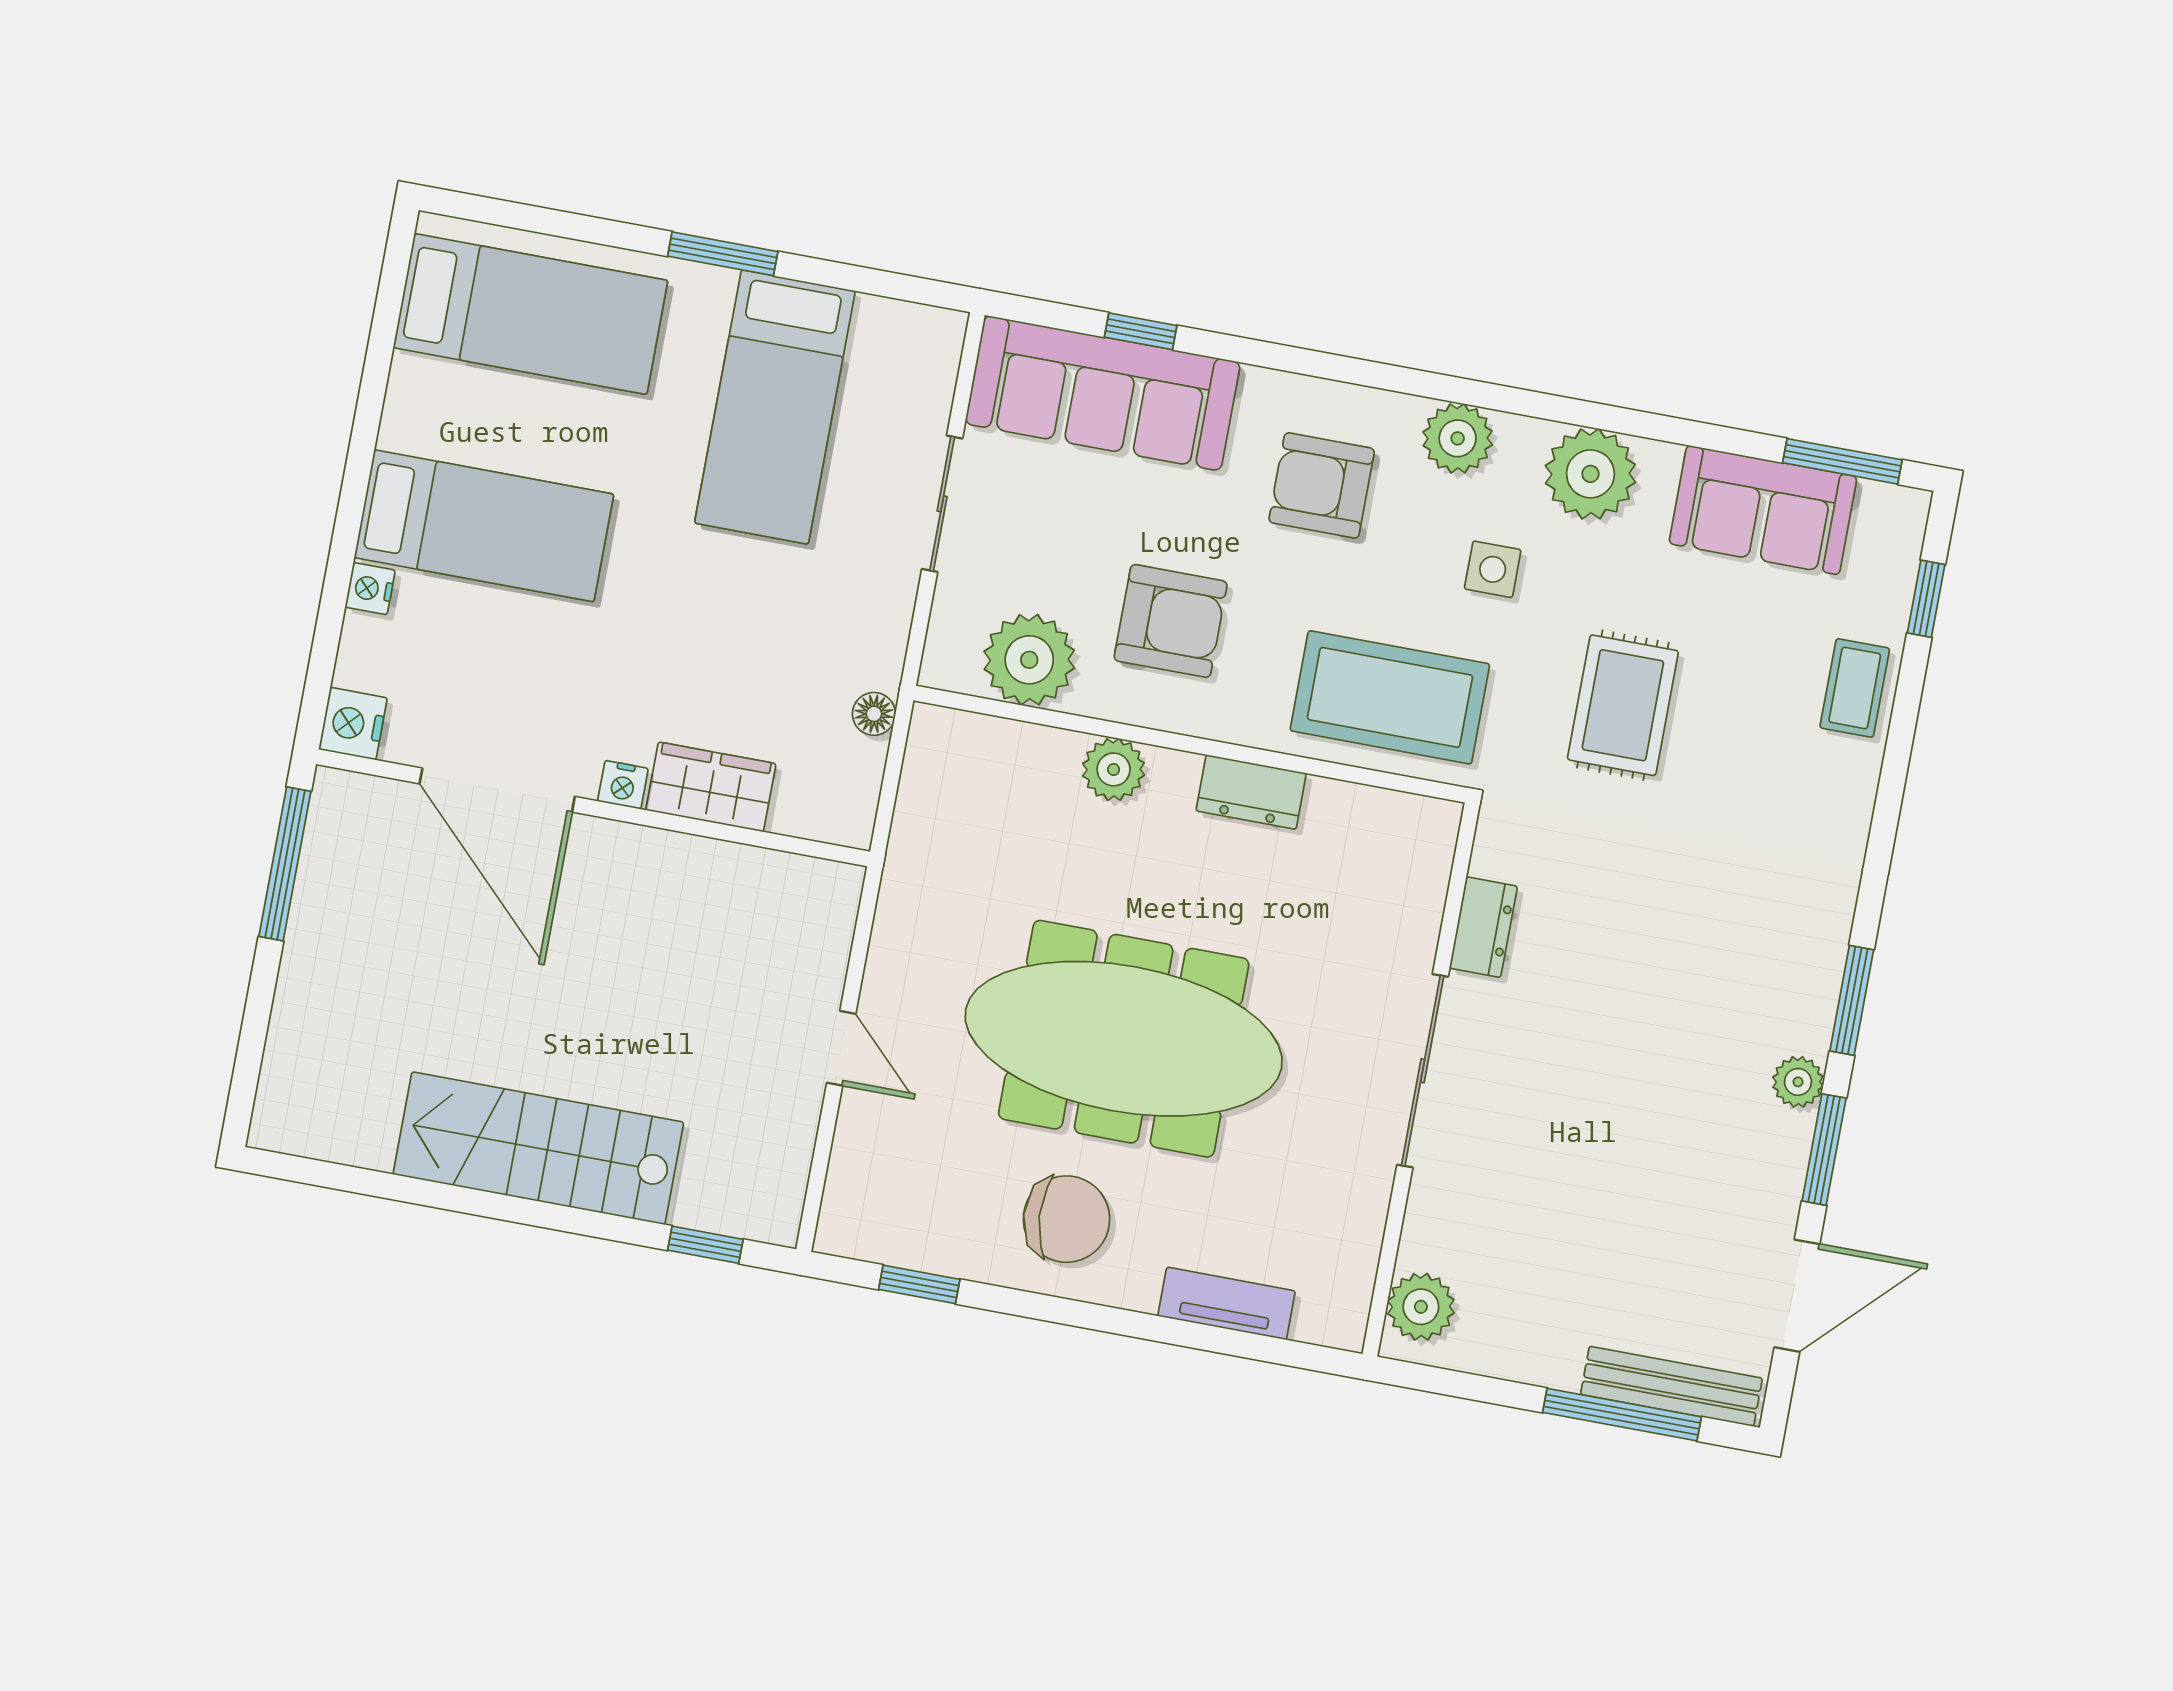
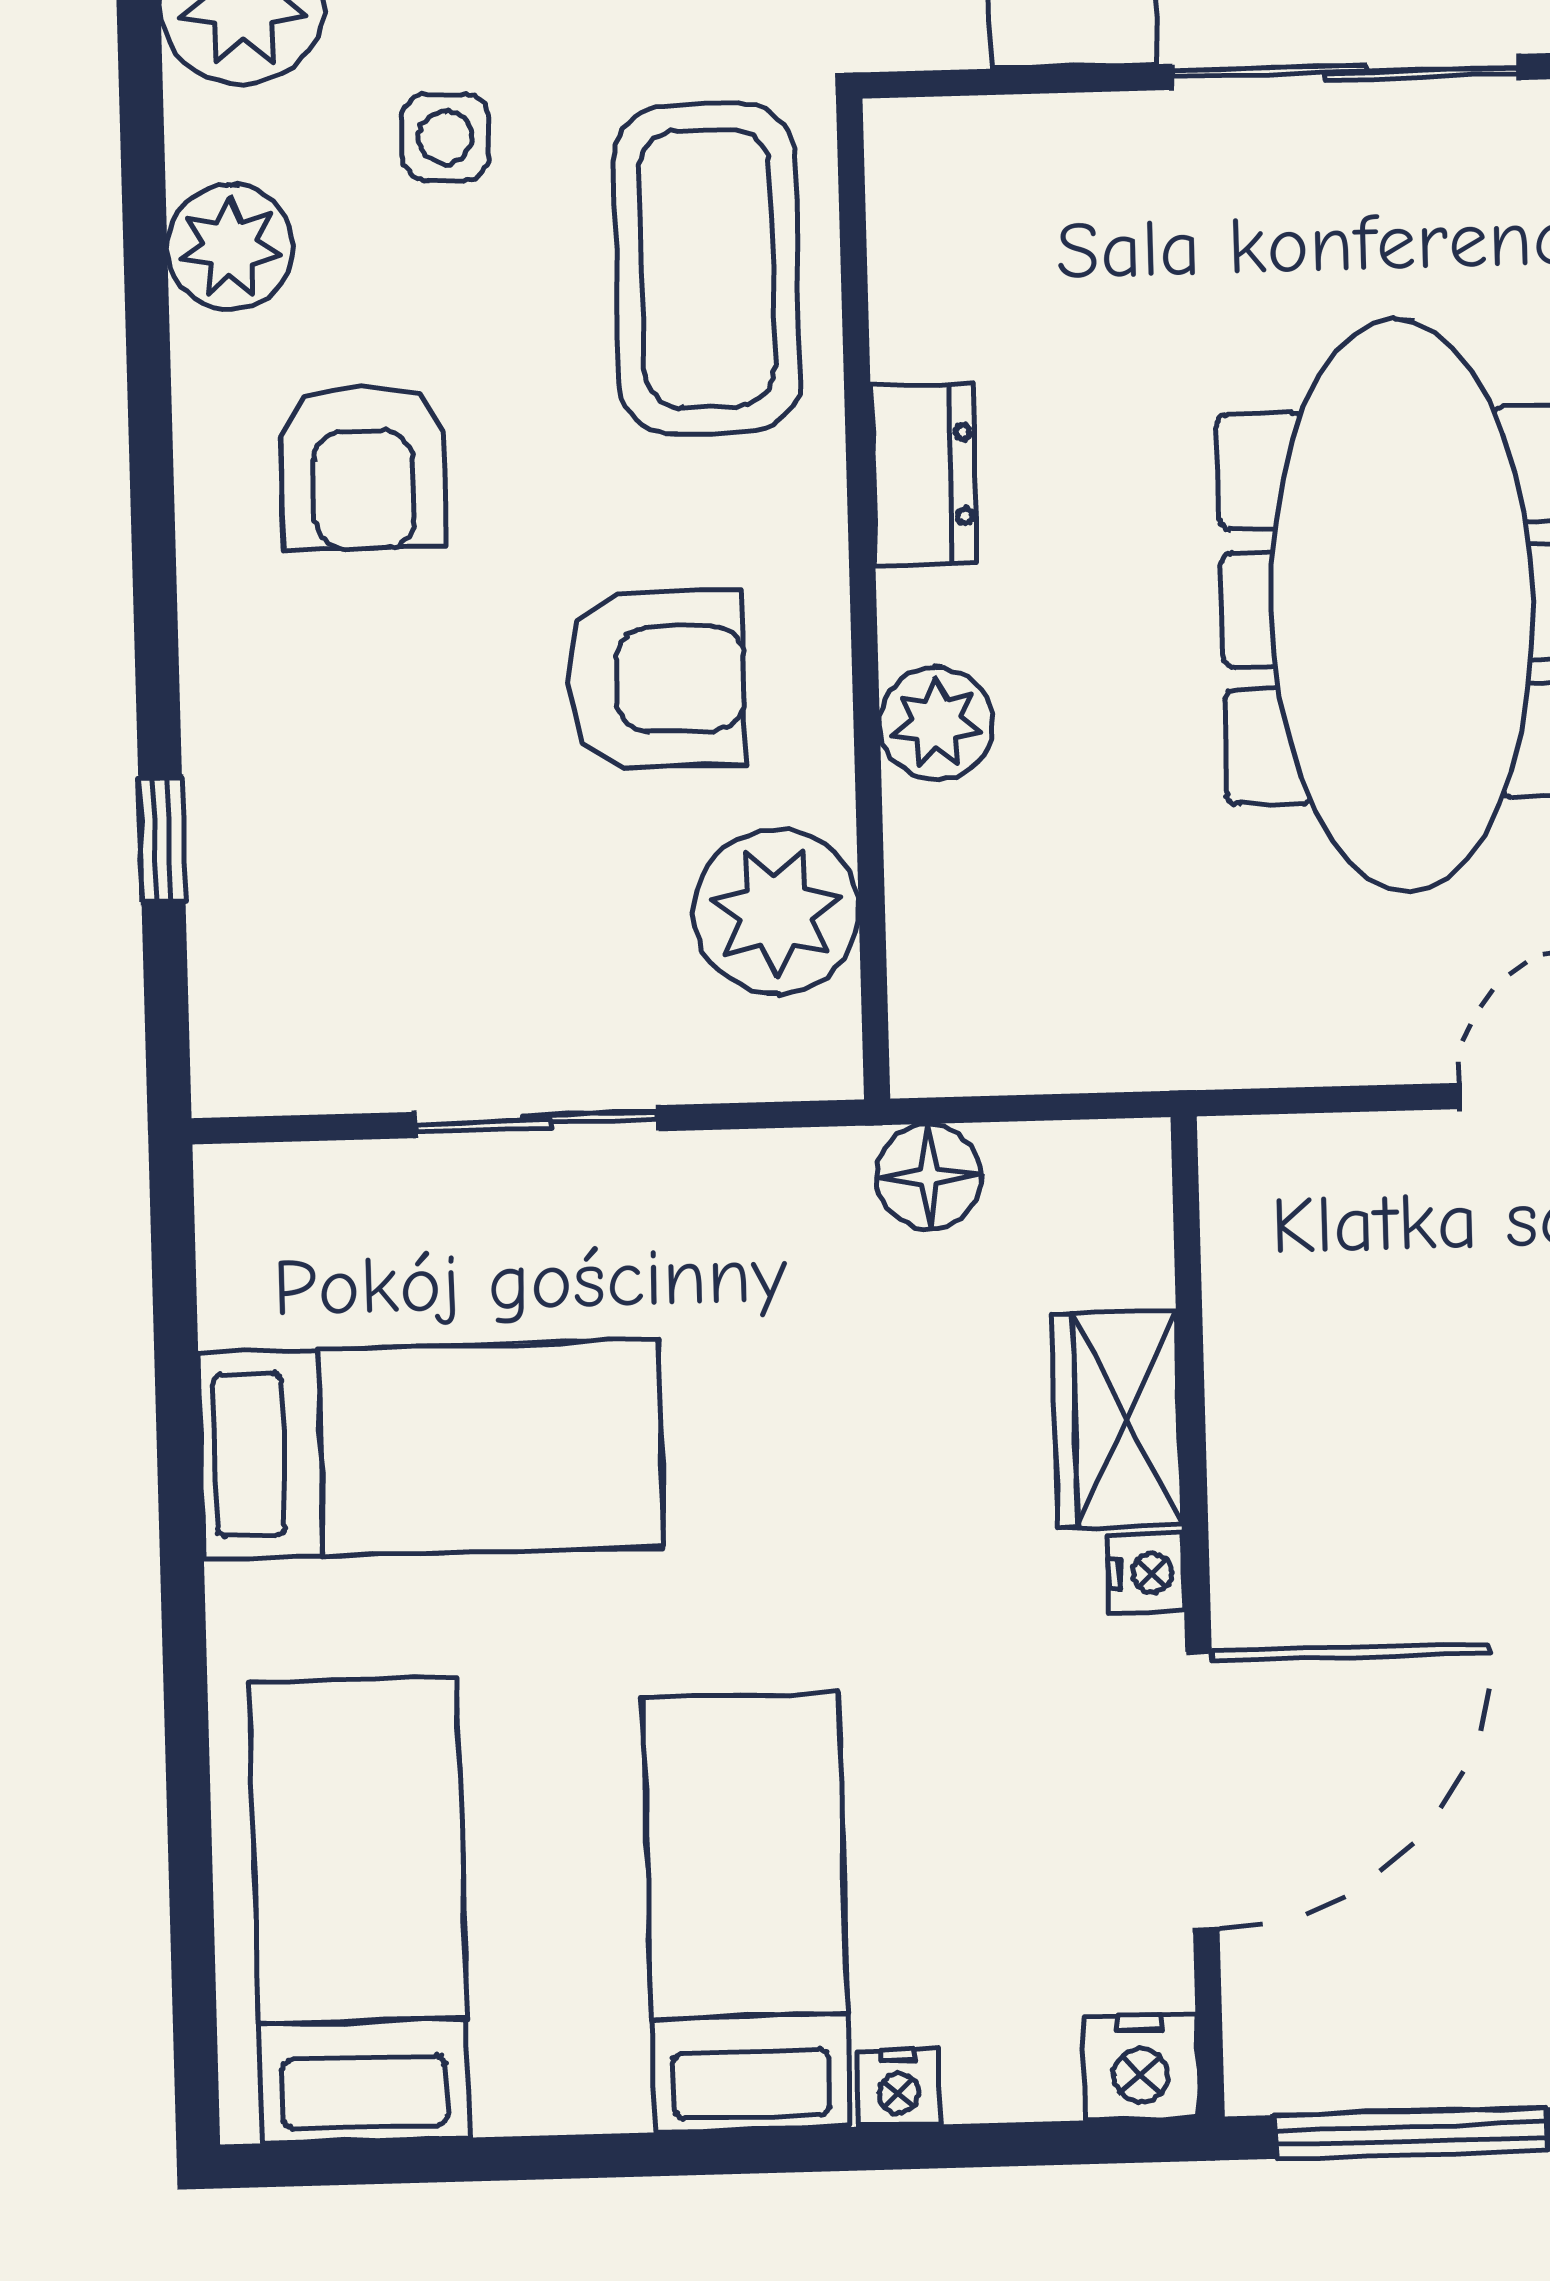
window: (723, 254) -> (183, 1598), removed
sofa: (1103, 393) -> (284, 883), removed
armchair: (1171, 621) -> (656, 680), turned 90
floor lamp: (874, 714) -> (929, 1176), width x1.37, depth x1.37

